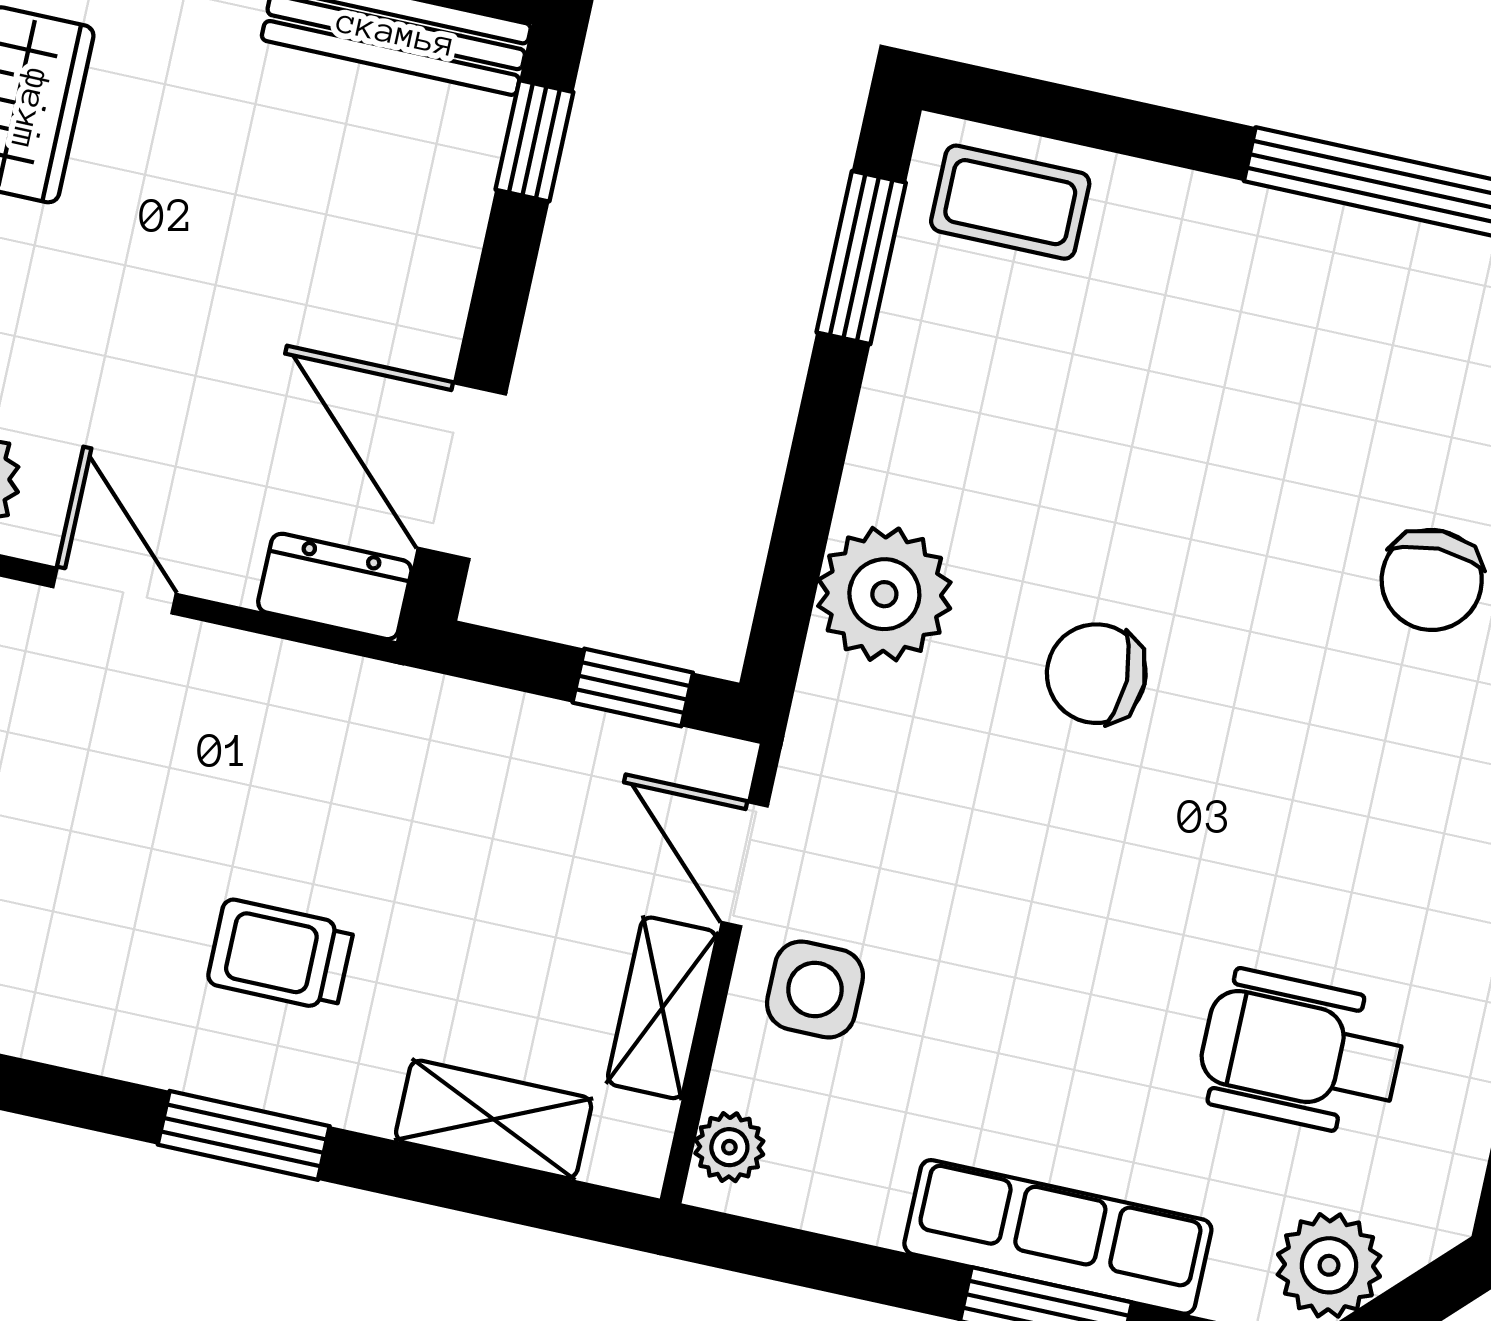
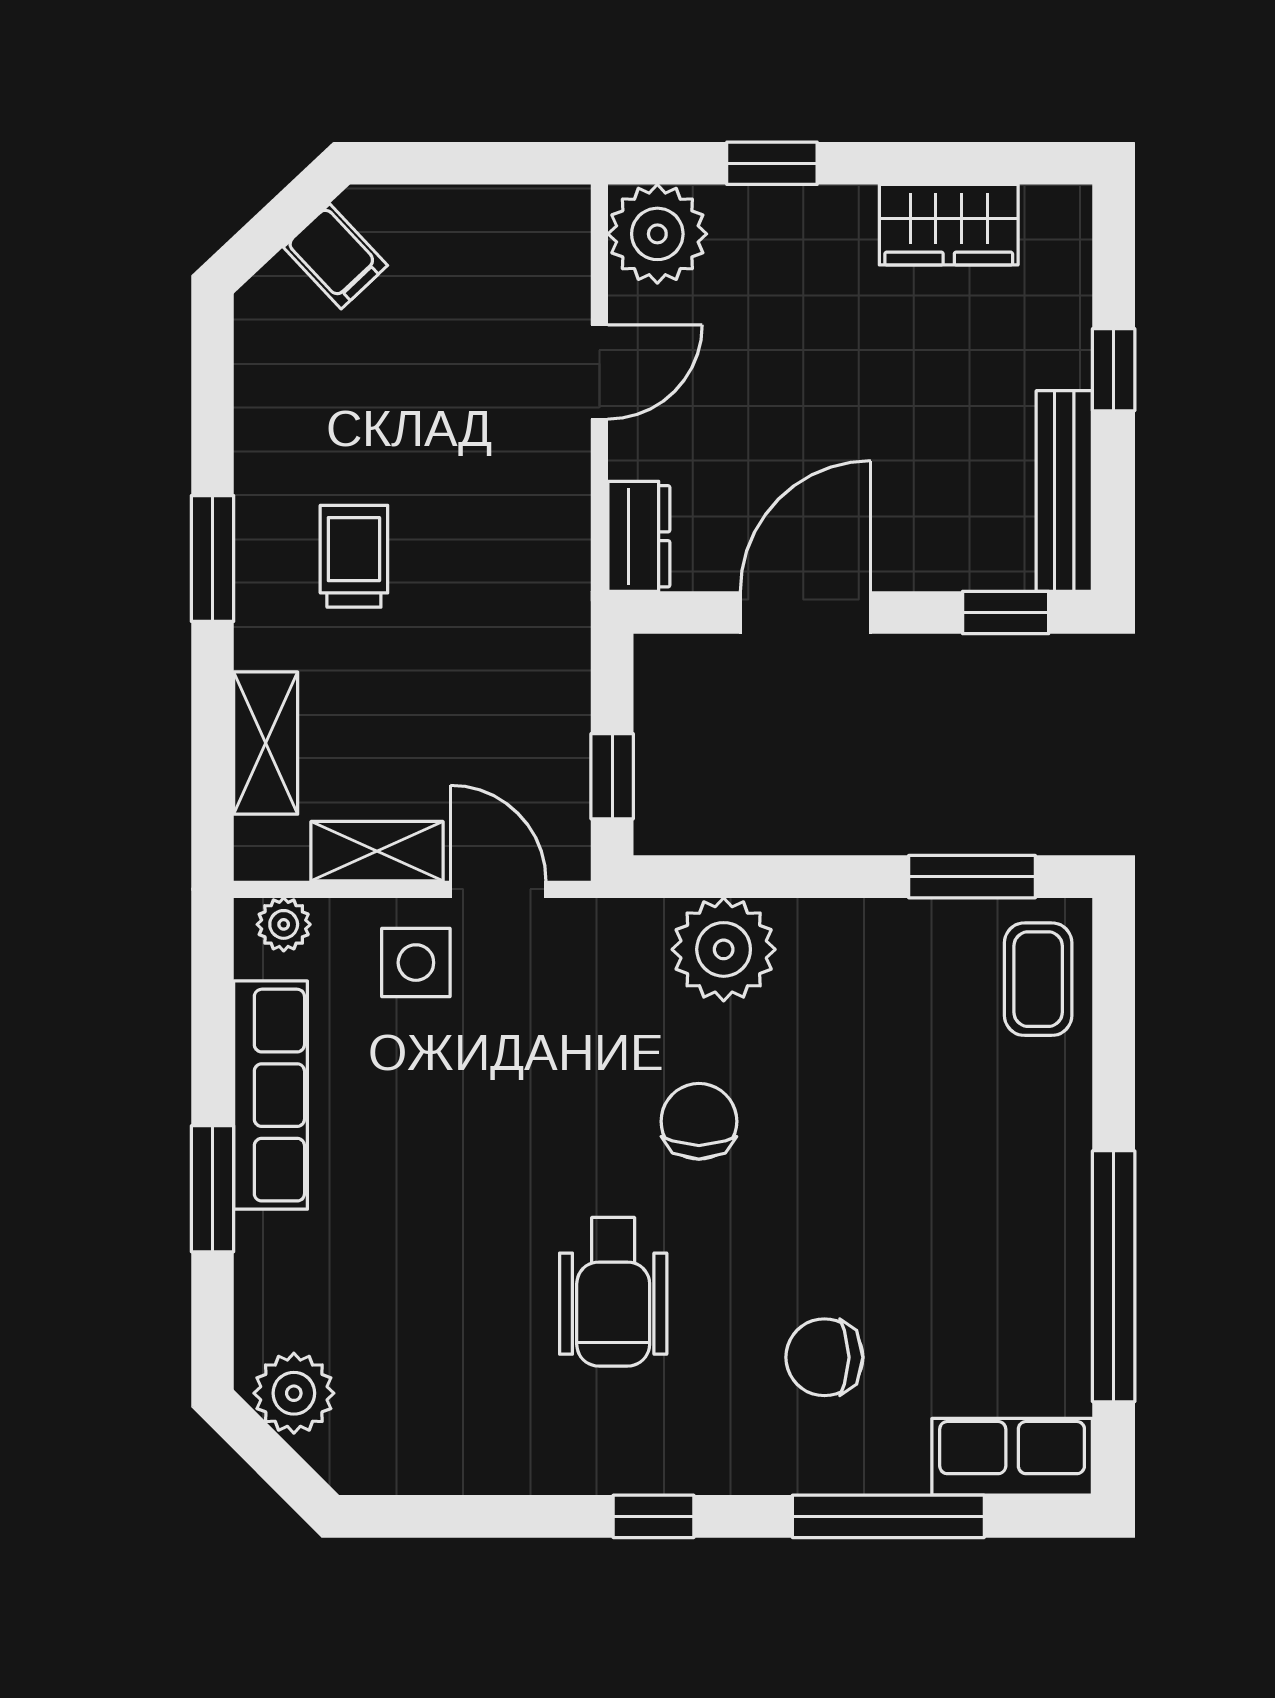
door: (462, 471) -> (806, 612), moved
door: (745, 864) -> (498, 889), hinge flipped
wheelchair: (1301, 1053) -> (613, 1292), moved, turned 180
row of seats: (1058, 1237) -> (271, 1095), moved

